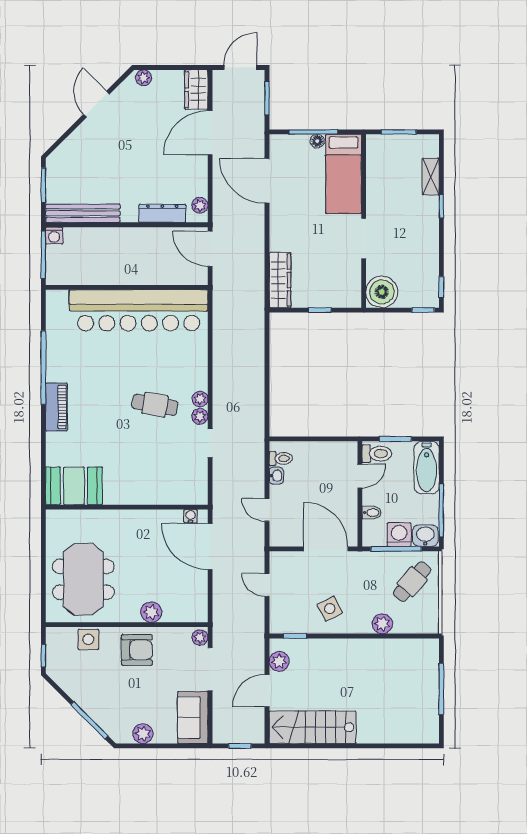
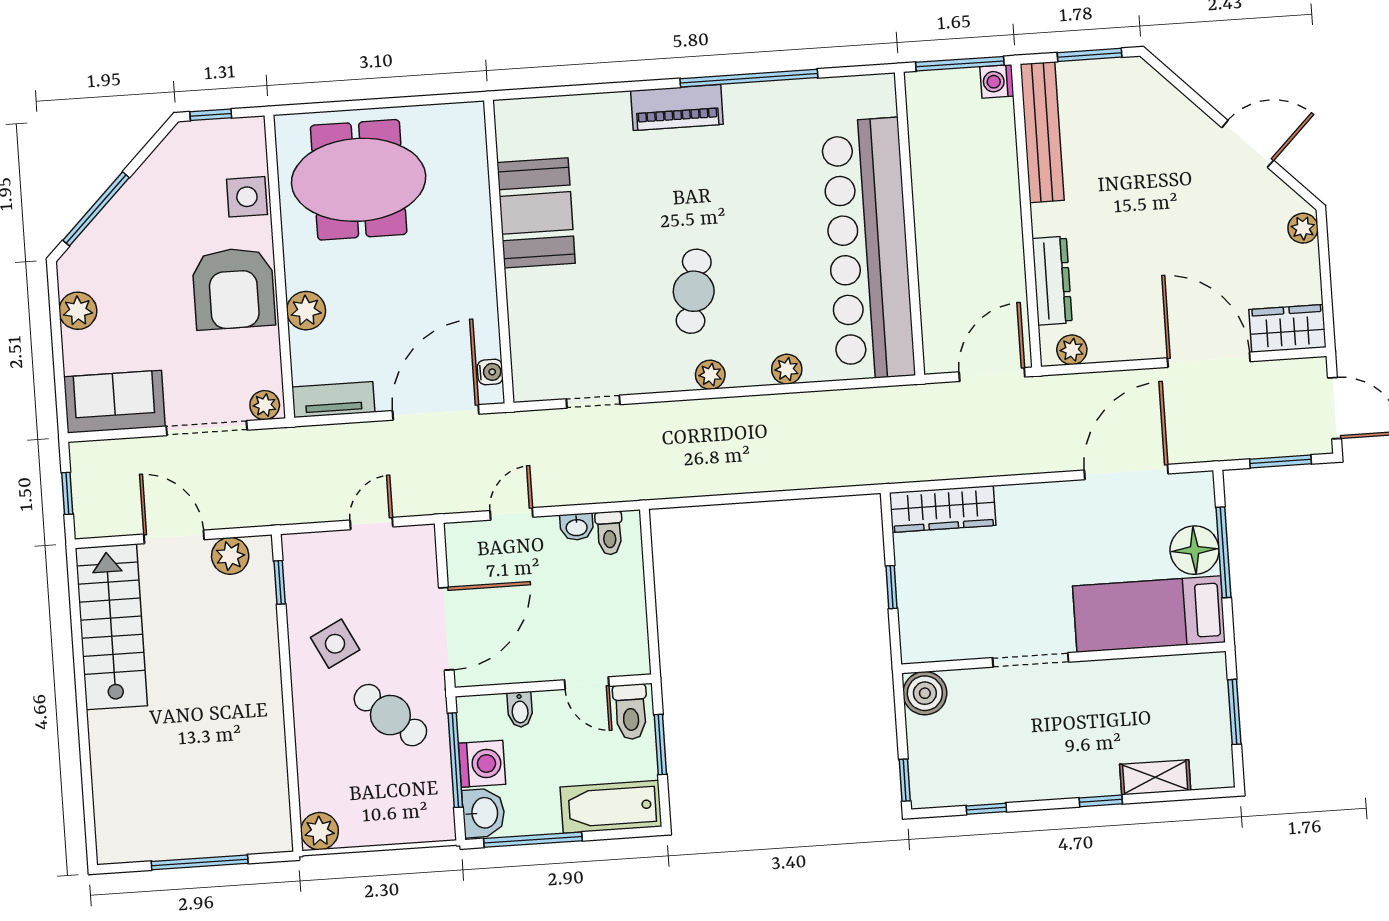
floor lamp: (317, 141) -> (1195, 550), width x1.89, depth x1.89
window: (441, 287) -> (986, 809), moved
boiler: (382, 292) -> (925, 693), width x0.73, depth x0.73
plant: (200, 416) -> (787, 369), moved
doorway: (210, 443) -> (593, 402), moved
booth: (74, 486) -> (536, 213), moved
cafe table: (412, 582) -> (390, 715), moved
tv unit: (200, 601) -> (333, 400), added
plant: (382, 624) -> (320, 831), moved
armchair: (137, 650) -> (234, 289), width x1.36, depth x1.36

